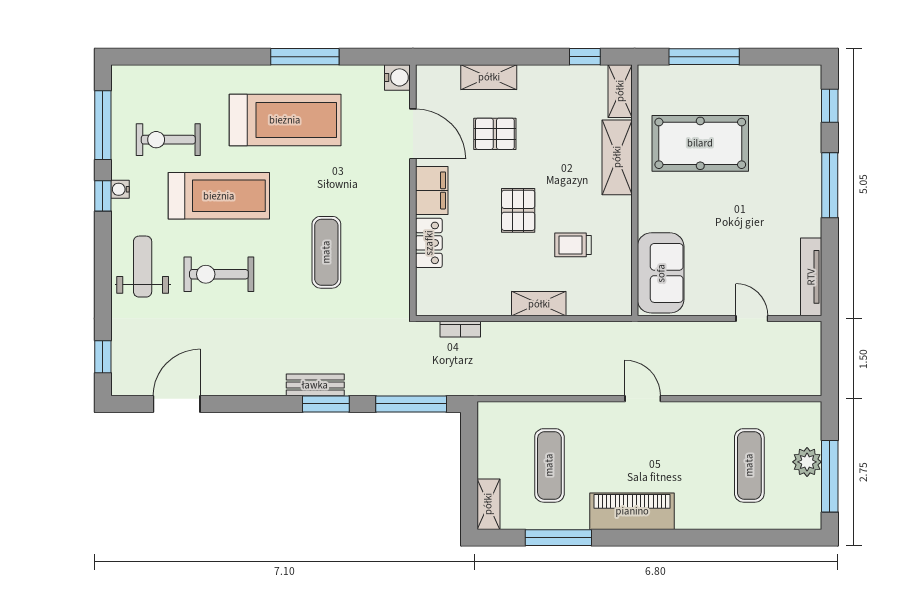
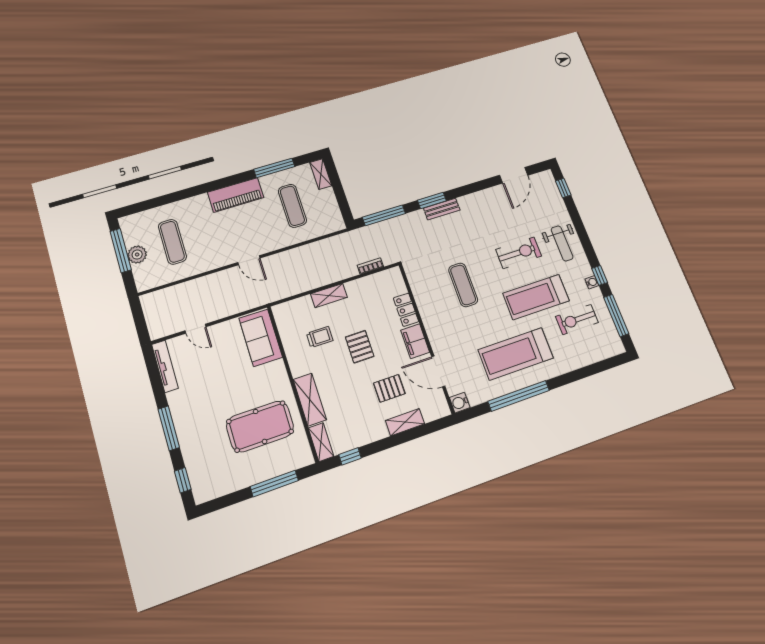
window: (305, 57) -> (519, 396), width x1.46
exercise bike: (168, 140) -> (577, 319), turned 180

